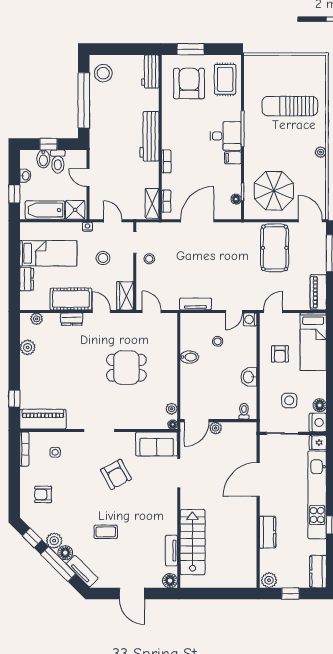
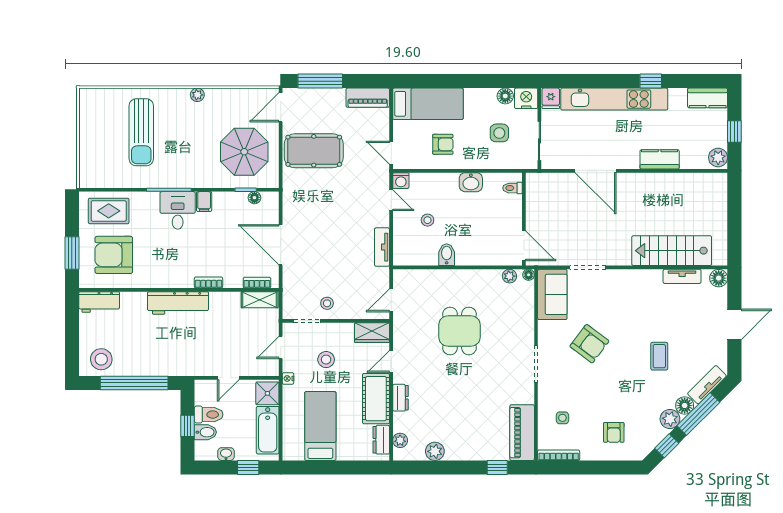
dresser: (27, 279) -> (381, 440), moved, turned -90
plant: (216, 428) -> (533, 223), removed
armchair: (116, 474) -> (589, 344), turned 65

